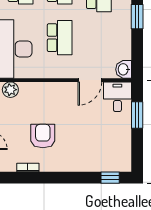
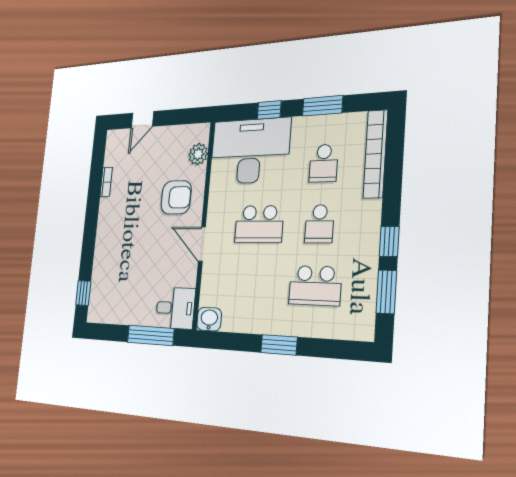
door: (90, 80) -> (202, 244), moved
window: (137, 115) -> (151, 335), width x1.44
armchair: (43, 136) -> (176, 197), moved

